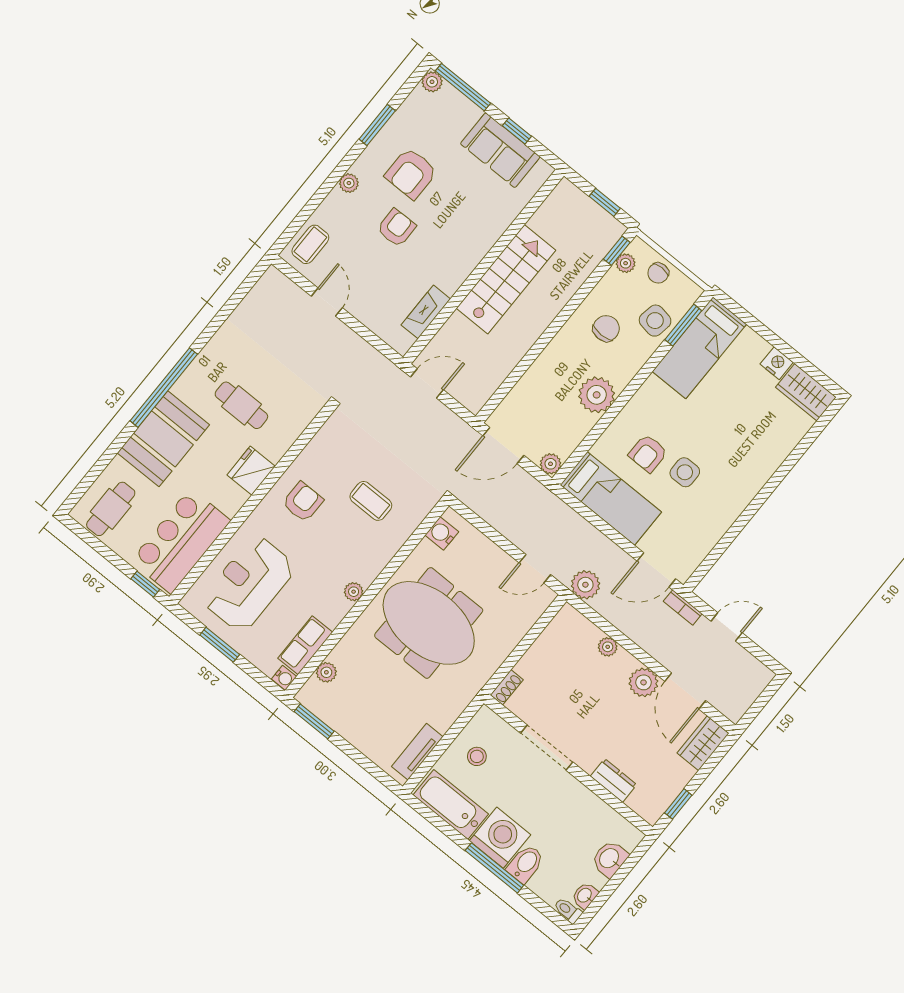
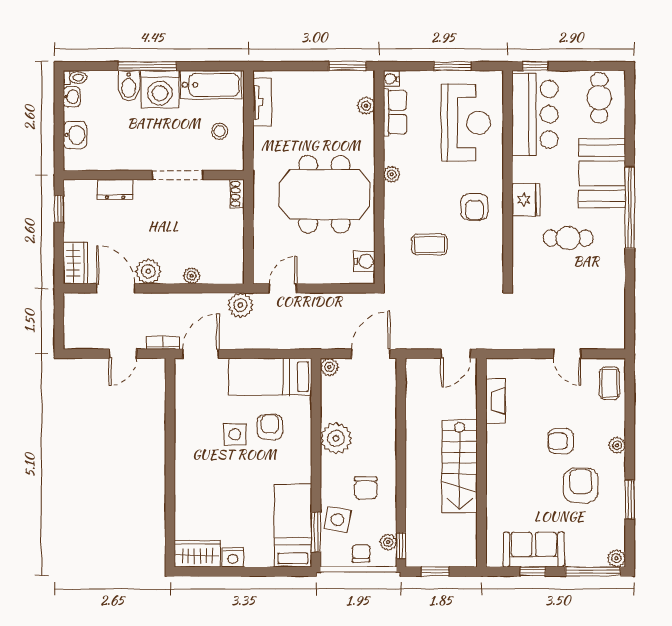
armchair: (396, 228) -> (561, 441), turned 91

